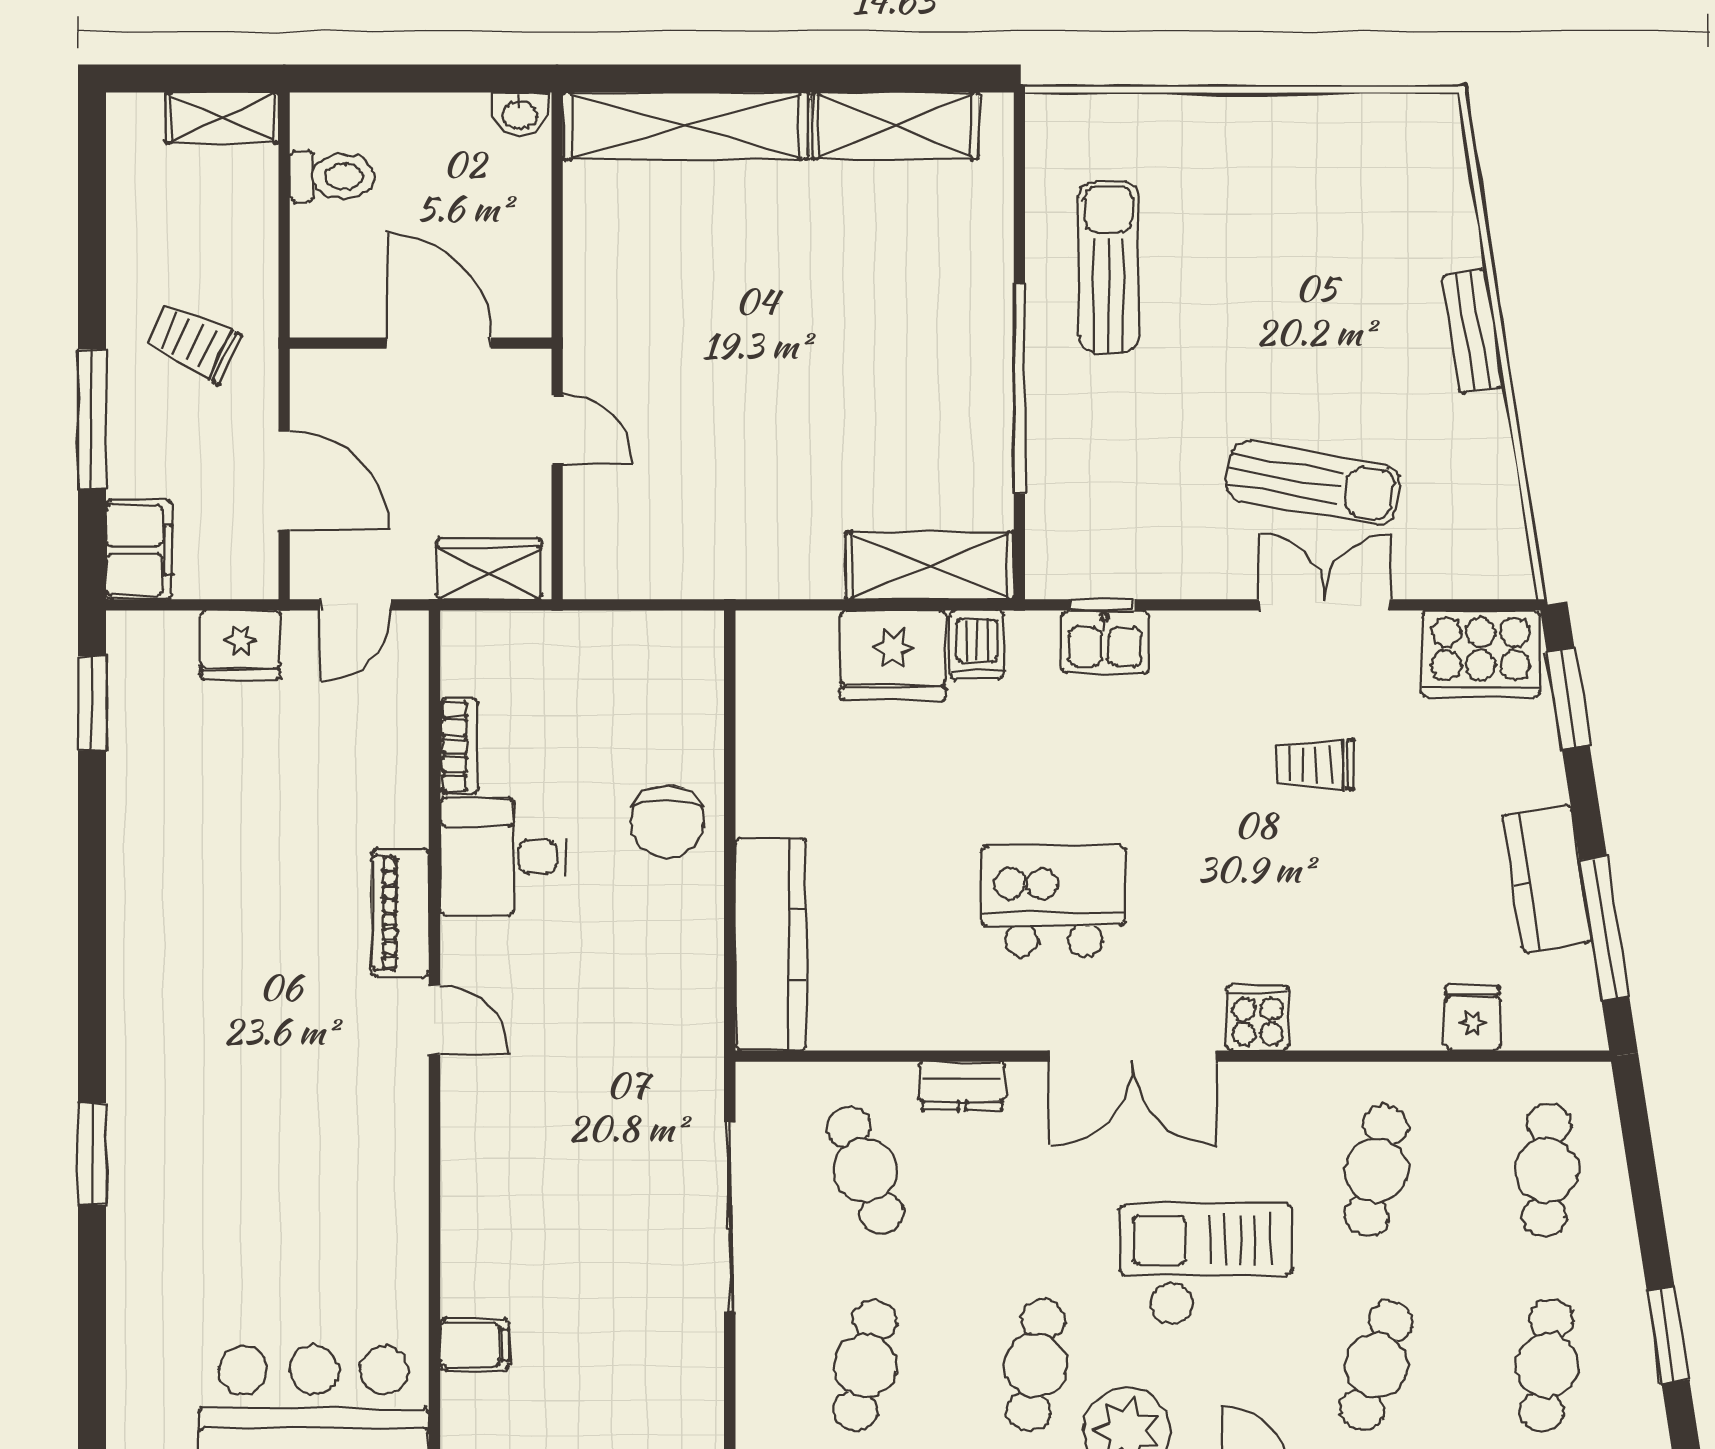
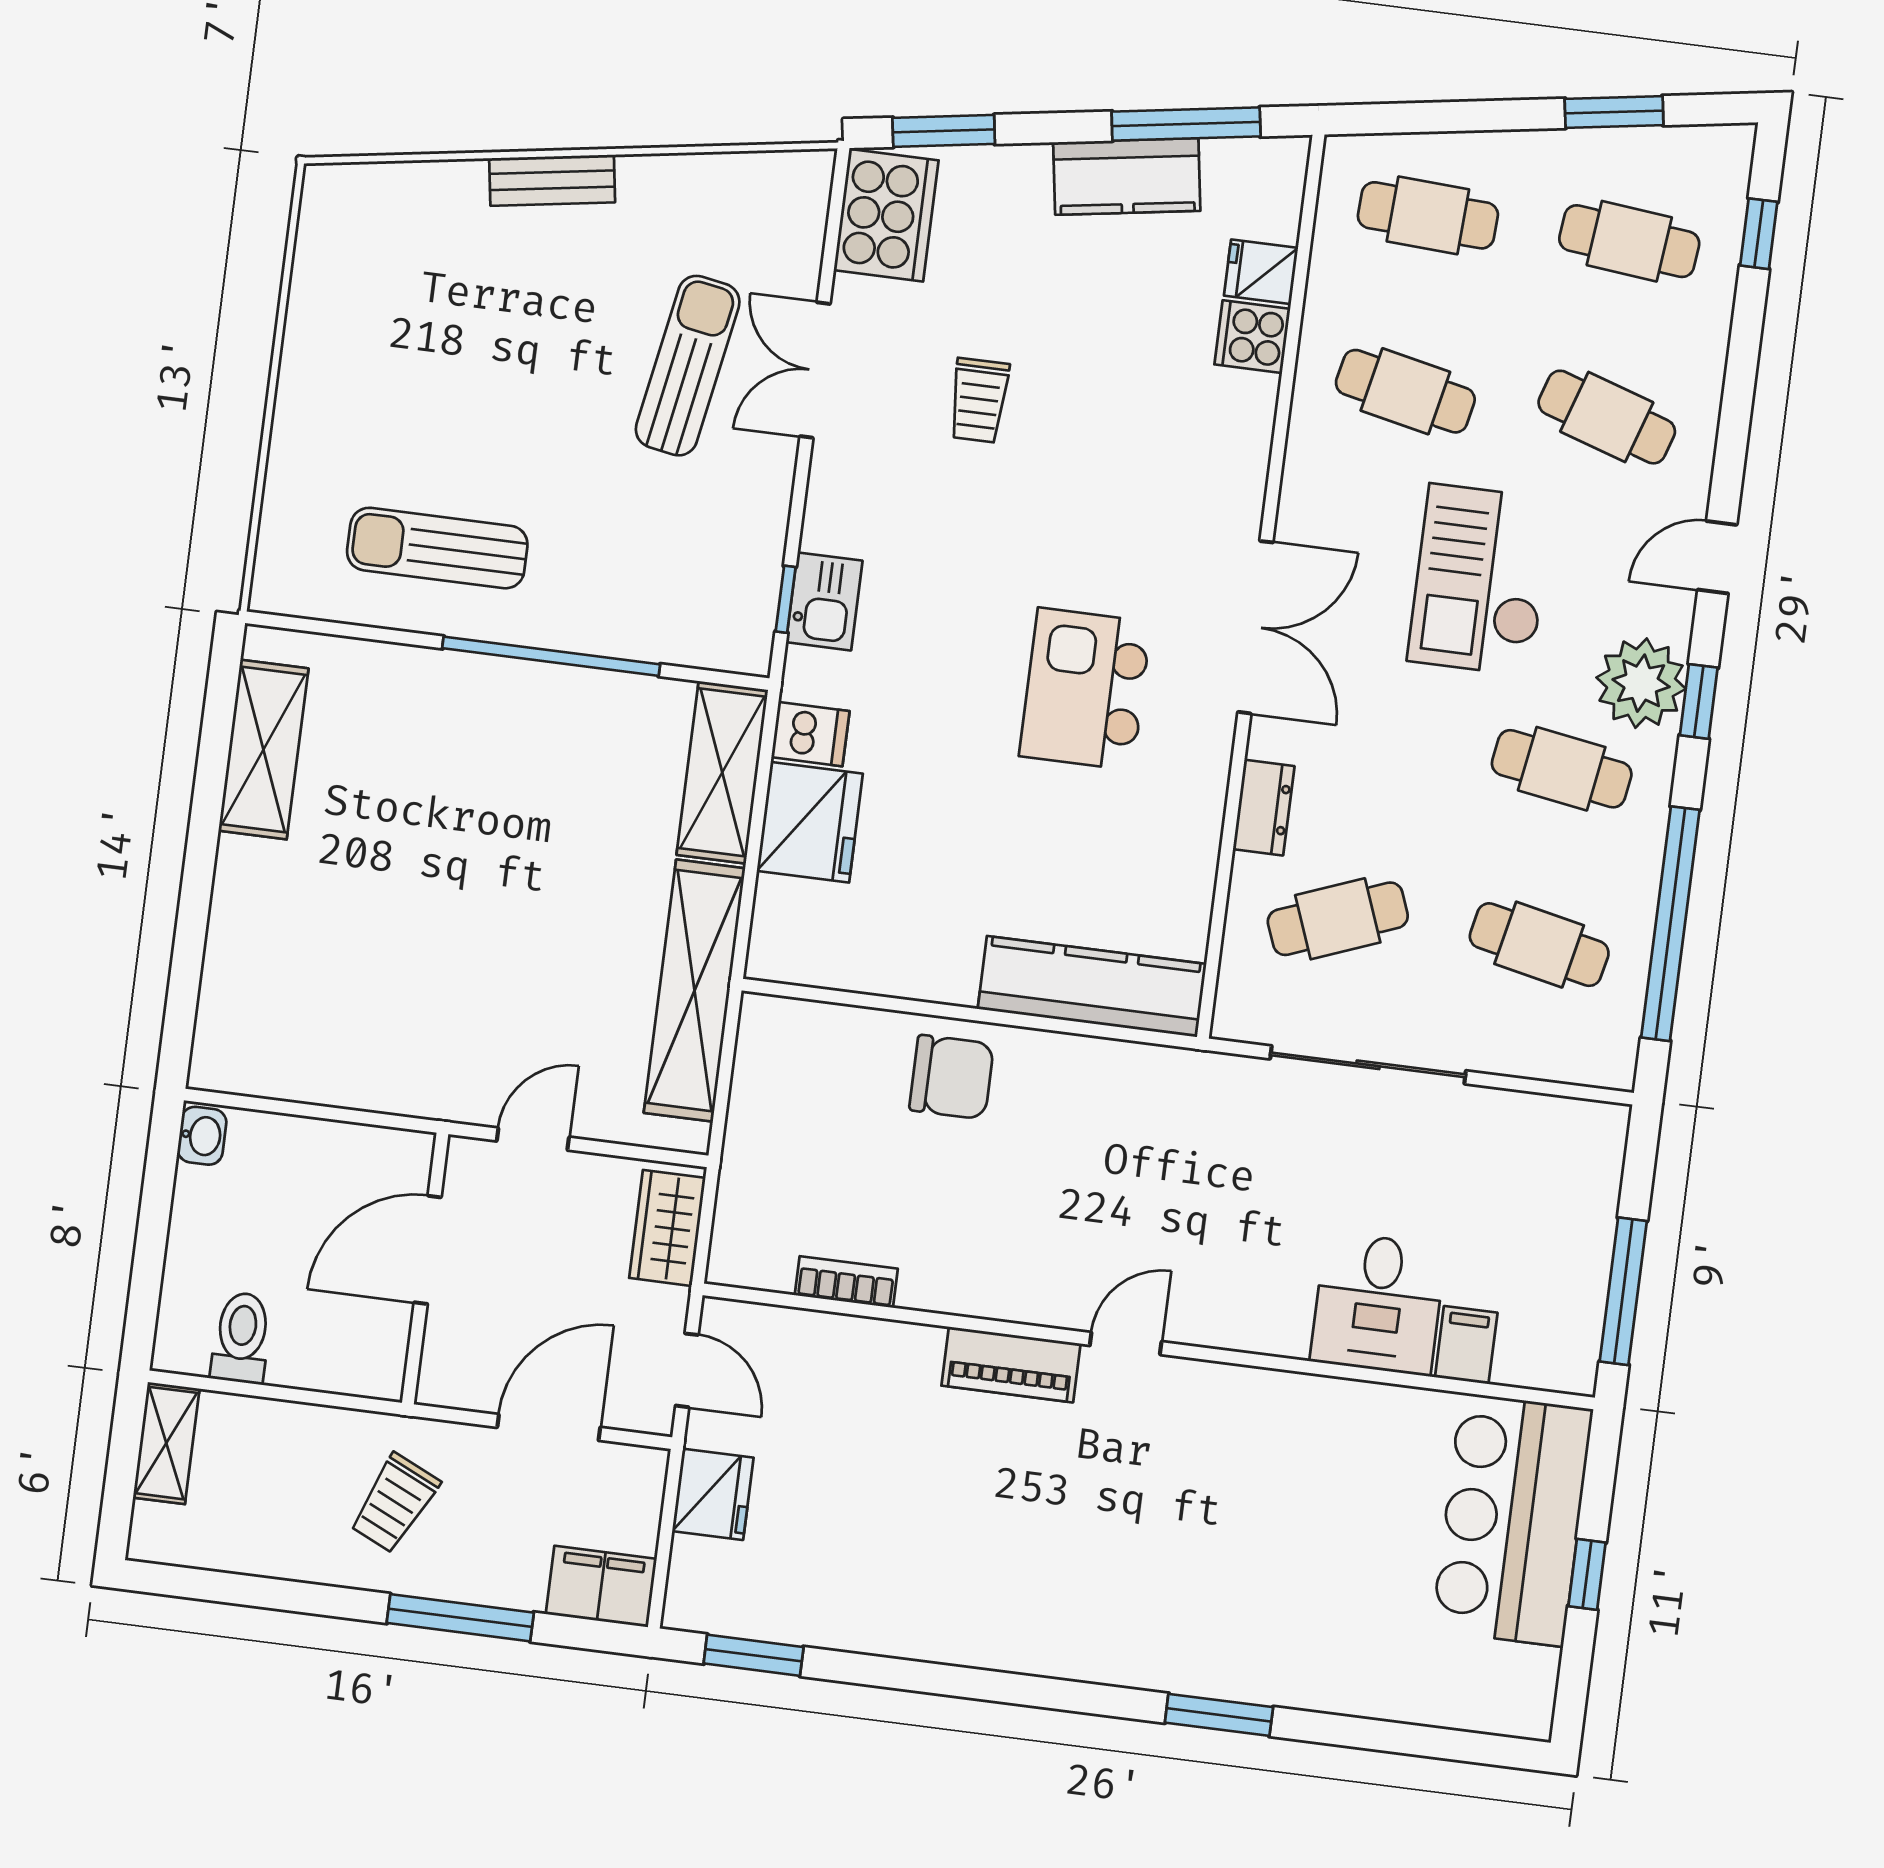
shelving: (685, 126) -> (695, 991), moved
desk: (503, 857) -> (1378, 1304), moved
cooker: (1258, 1018) -> (1252, 337), moved

